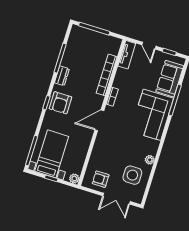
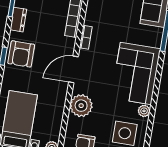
corner sofa: (152, 115) -> (136, 73), moved
plant: (101, 149) -> (81, 106), added

